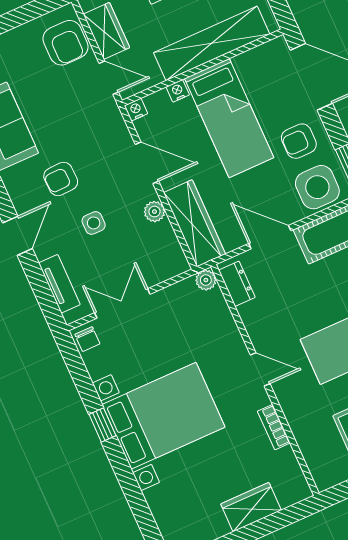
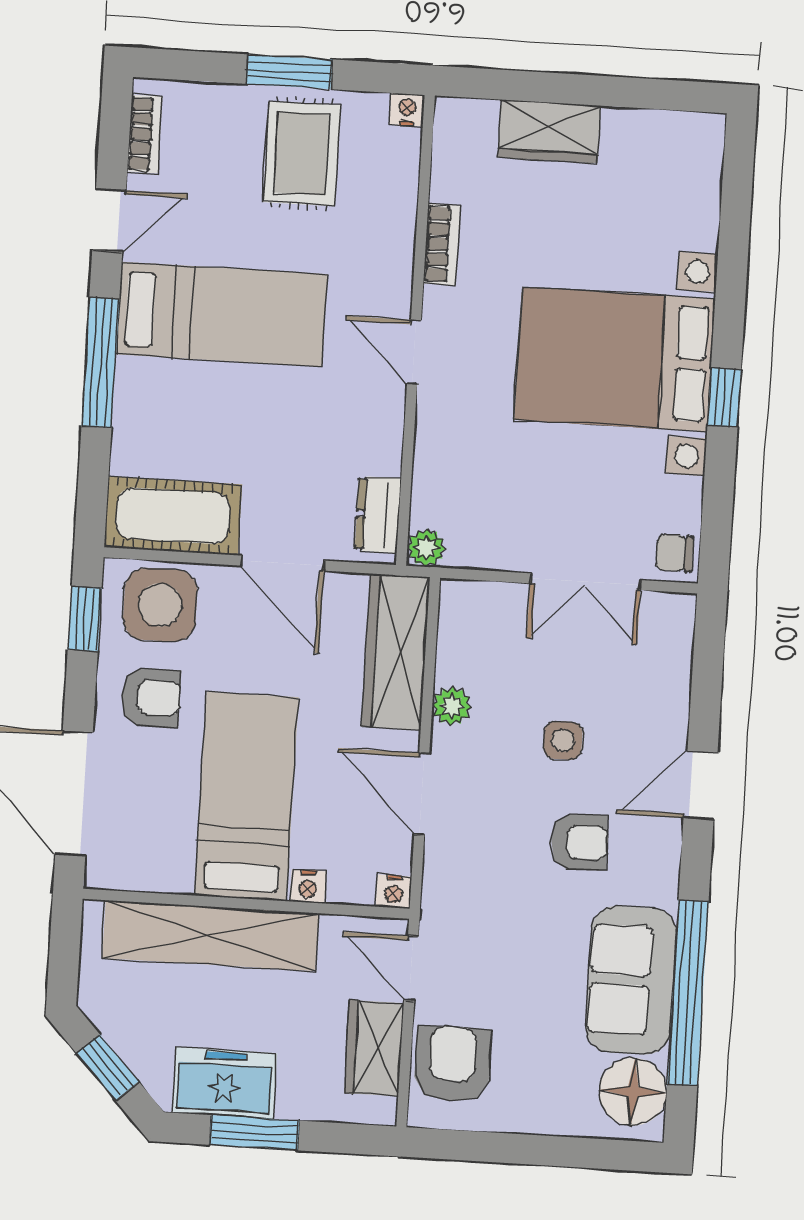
tv unit: (59, 284) -> (673, 669), removed
chair: (87, 339) -> (675, 553), turned -90
nightstand: (323, 482) -> (407, 110), added

